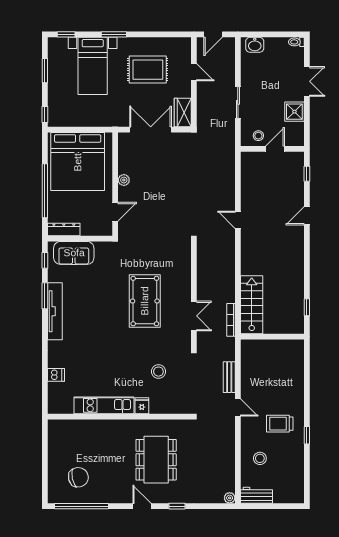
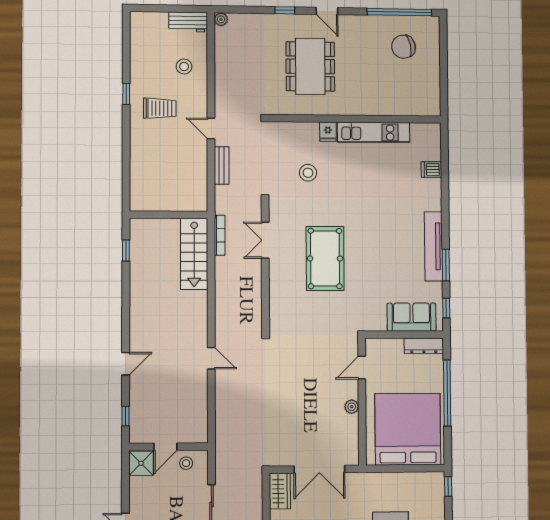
shower: (294, 112) -> (141, 463), moved

